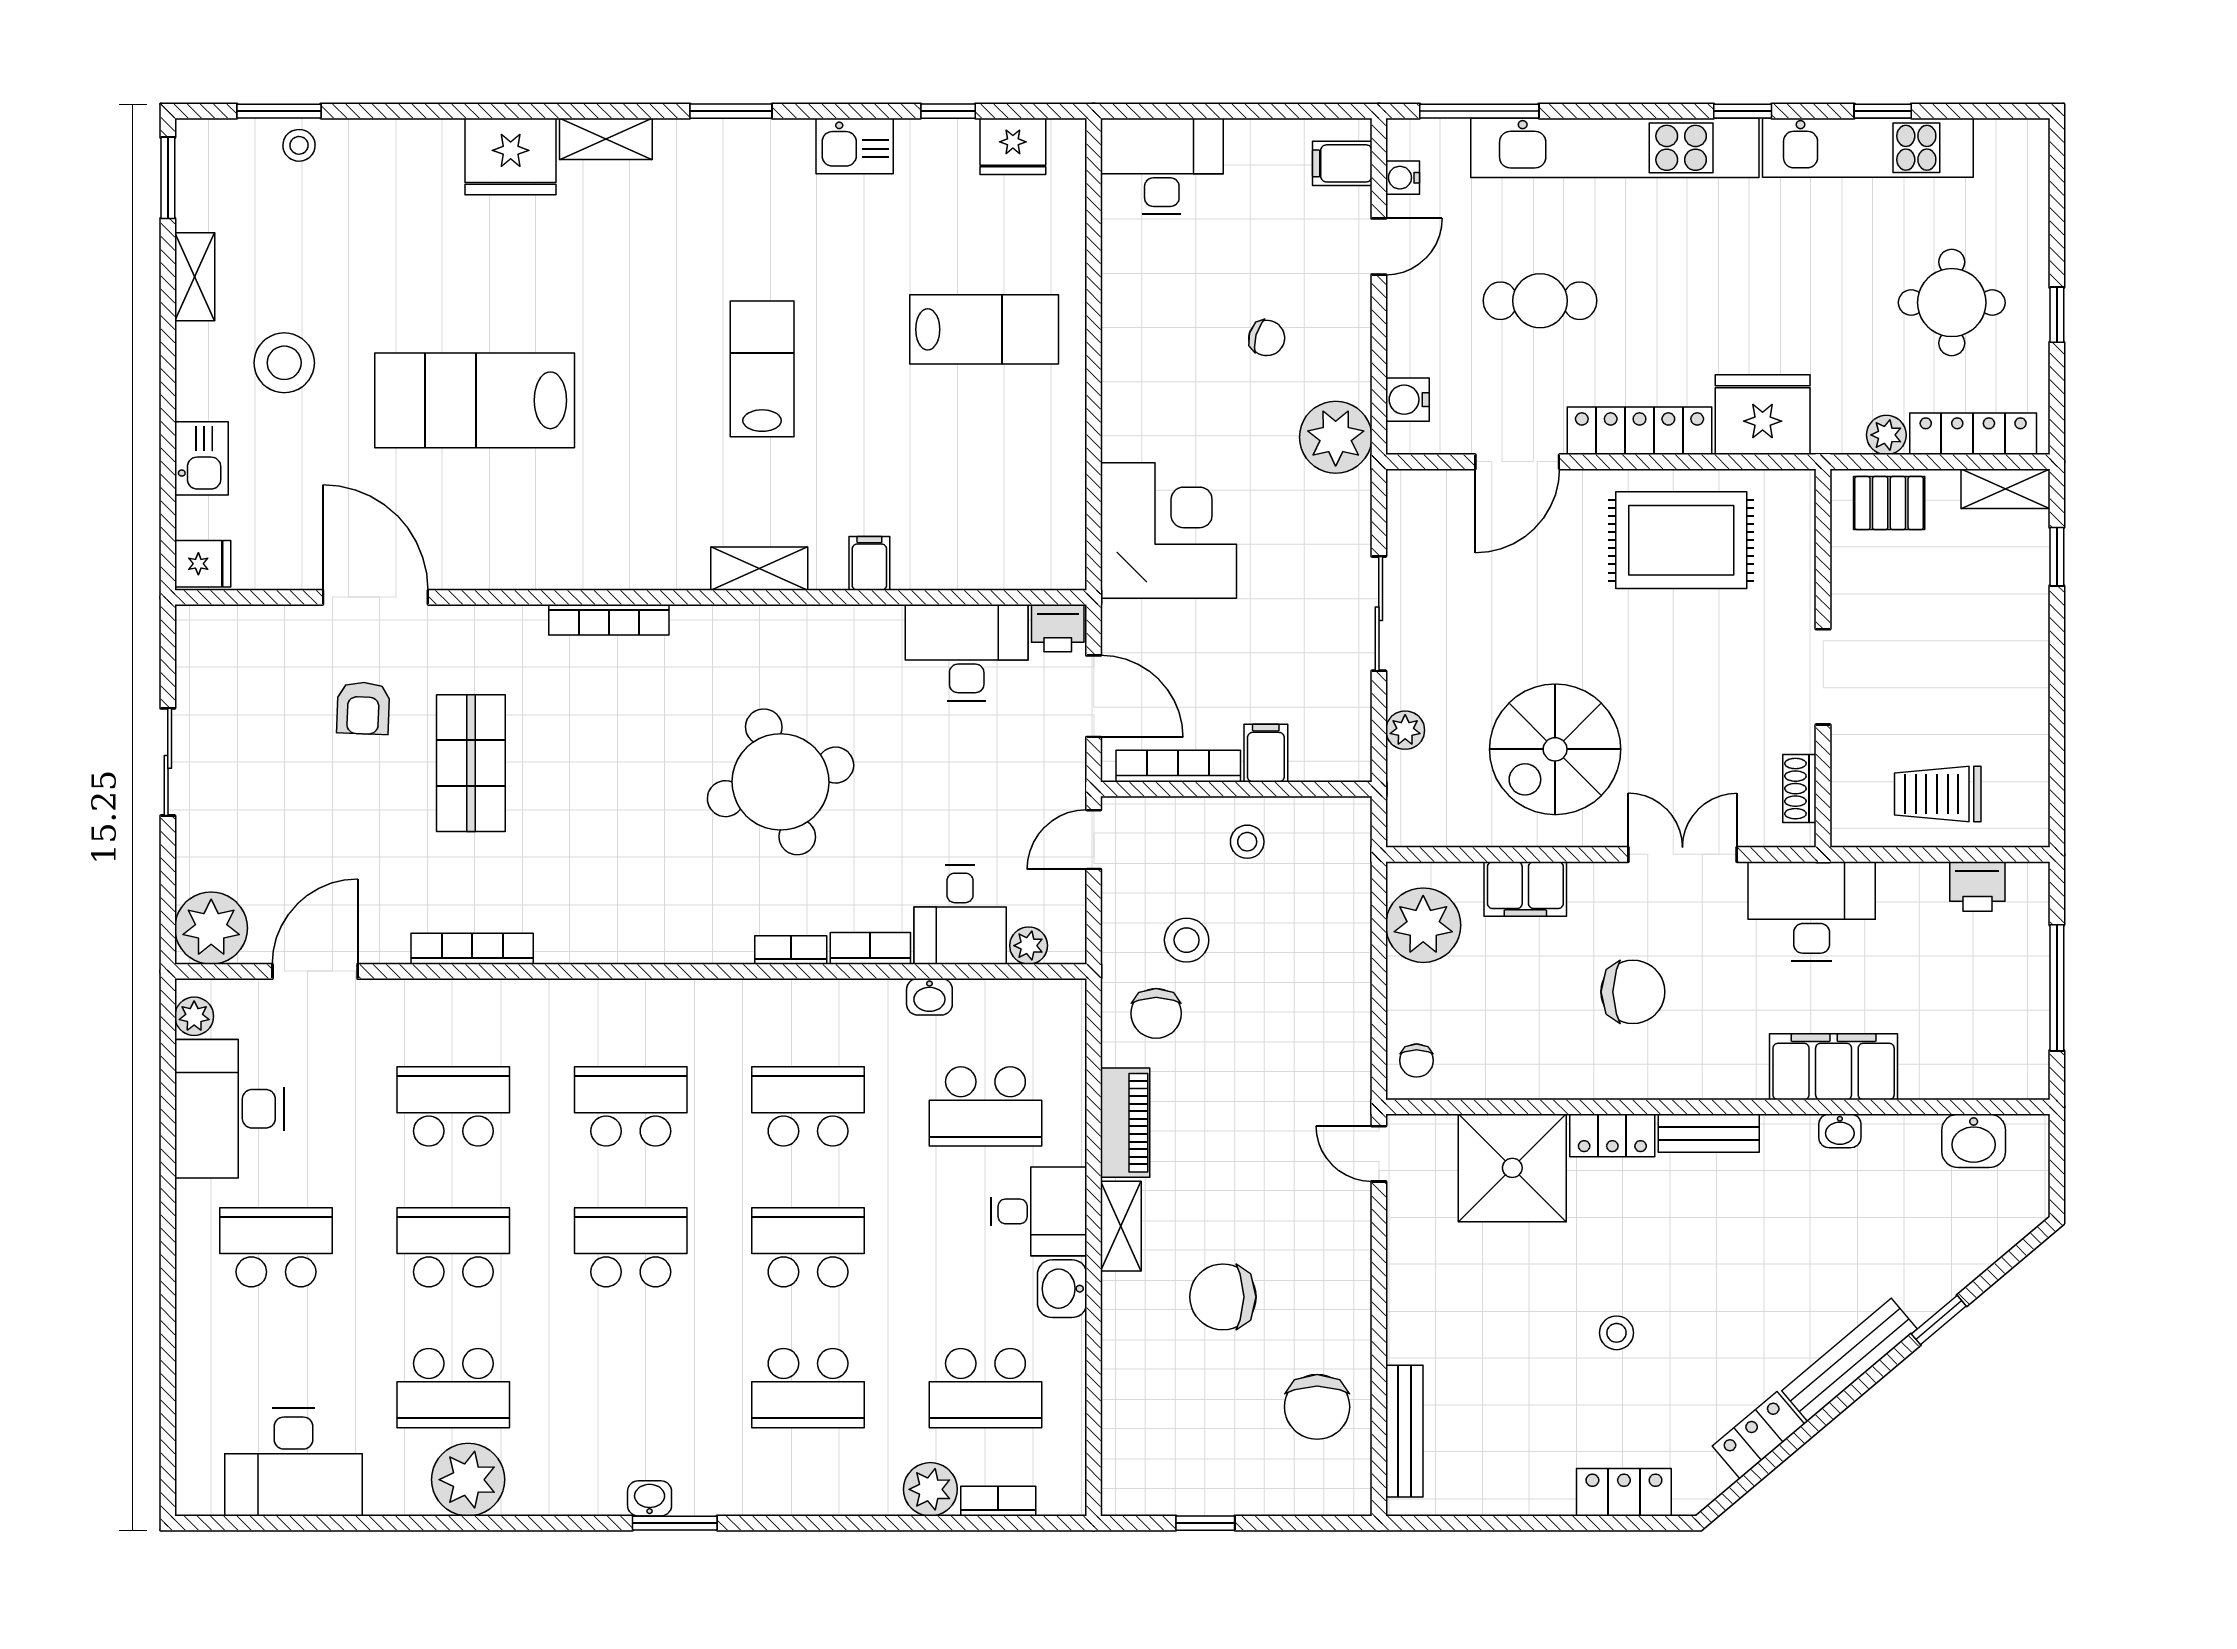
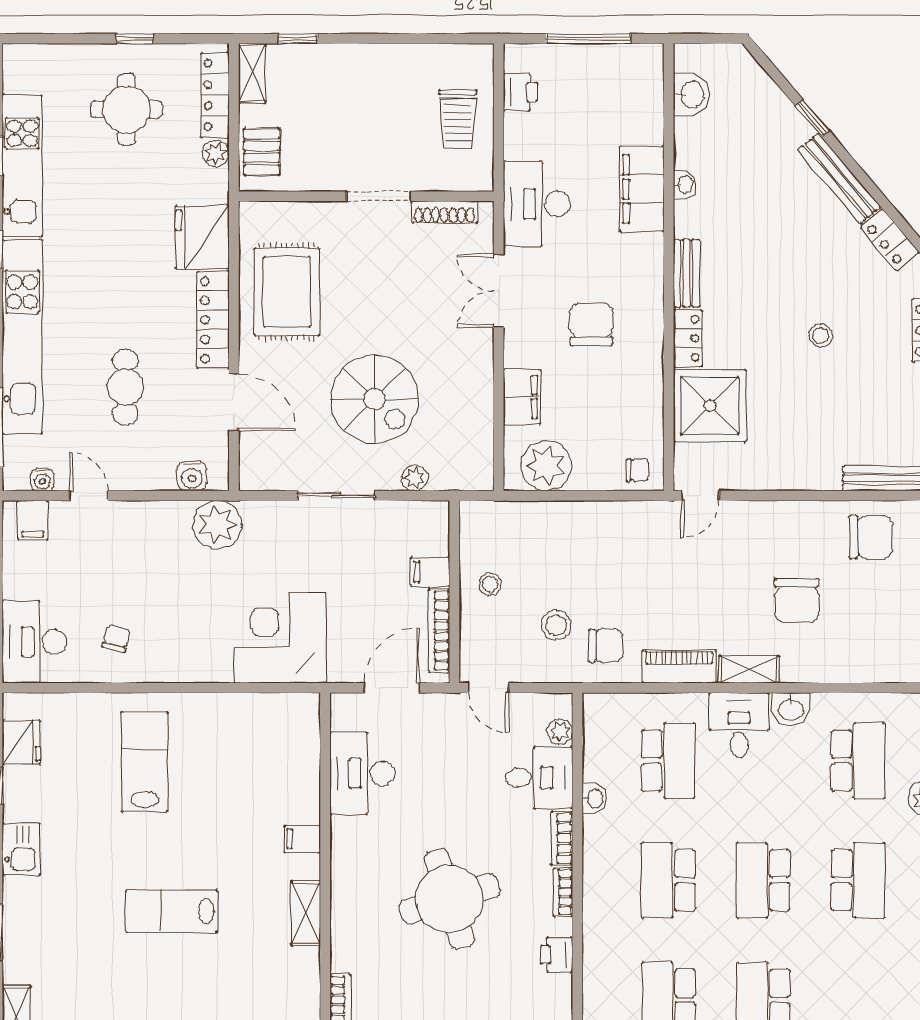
chair: (1267, 338) -> (116, 638), moved
printer: (1058, 628) -> (557, 955), moved, turned 180
spiral stairs: (1555, 749) -> (375, 399), moved
shoe rack: (1799, 789) -> (444, 212), width x1.43

